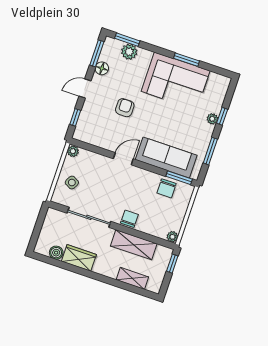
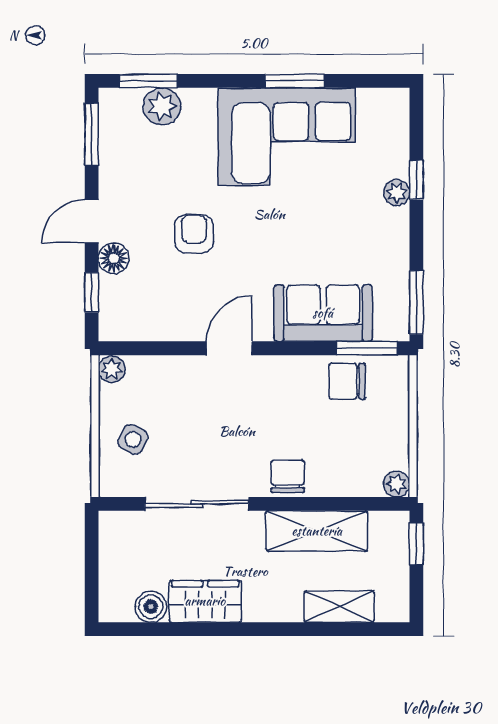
floor lamp: (102, 68) -> (114, 258), moved
window: (210, 151) -> (416, 302), moved
sofa: (166, 157) -> (323, 313), width x0.73
chair: (167, 188) -> (347, 381), turned 90

